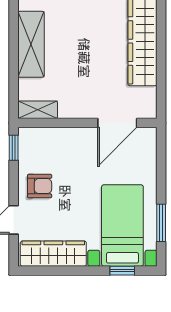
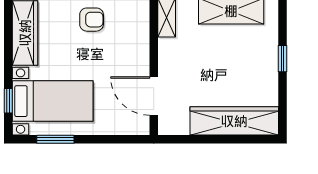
armchair: (40, 186) -> (92, 20), turned -90

